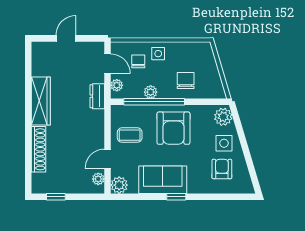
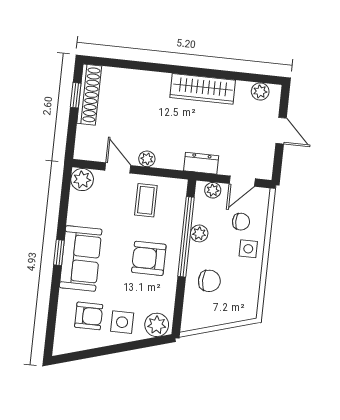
plant: (38, 57) -> (260, 92), added
armchair: (173, 128) -> (149, 258), width x0.73, depth x0.73
shoe rack: (39, 149) -> (89, 95), moved, turned -90
plant: (98, 179) -> (147, 159), moved
sofa: (163, 180) -> (81, 258), moved

